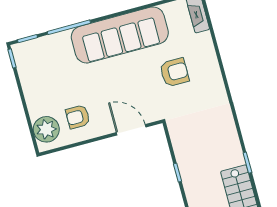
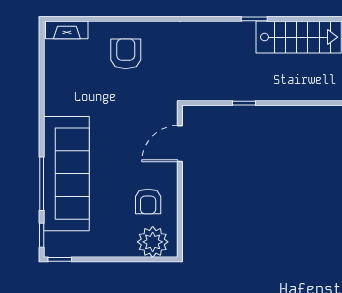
sofa: (120, 35) -> (66, 174), moved
armchair: (174, 72) -> (126, 54), moved

